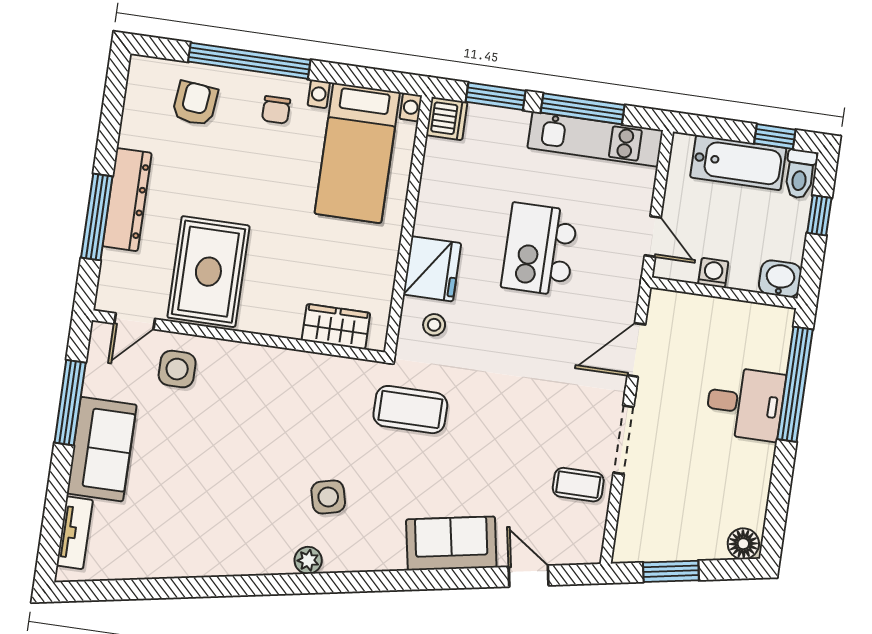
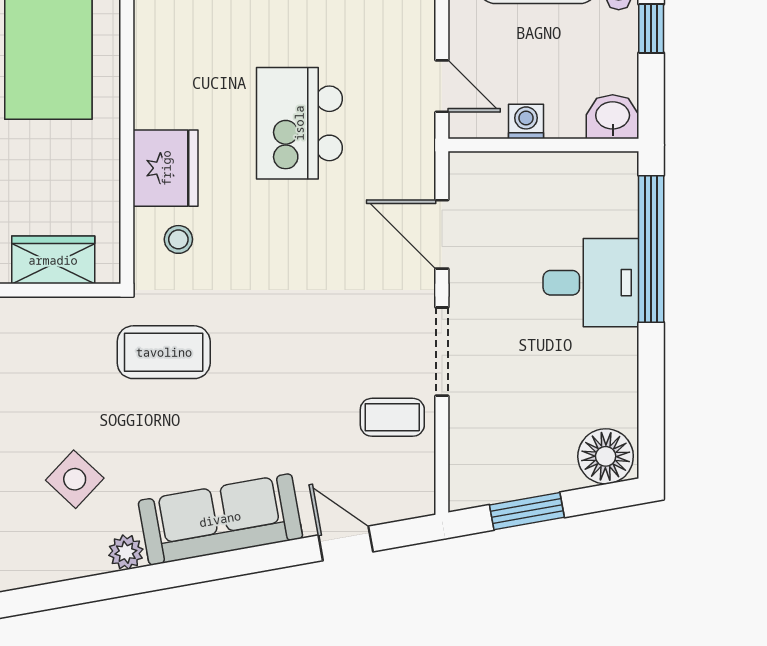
door: (636, 350) -> (442, 234), hinge flipped
side table: (328, 497) -> (75, 479), turned -33
sofa: (451, 543) -> (220, 519), width x1.36
floor lamp: (743, 544) -> (606, 456), width x1.38, depth x1.38
plant: (308, 560) -> (126, 552), moved

